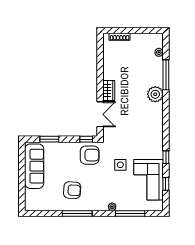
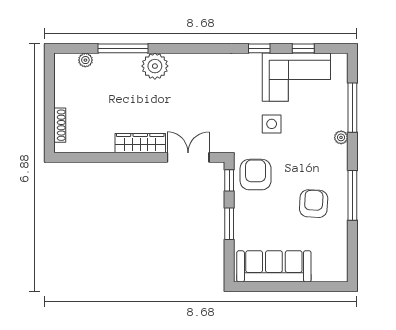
wardrobe: (109, 90) -> (140, 143), width x1.50
window: (49, 139) -> (229, 224), moved

